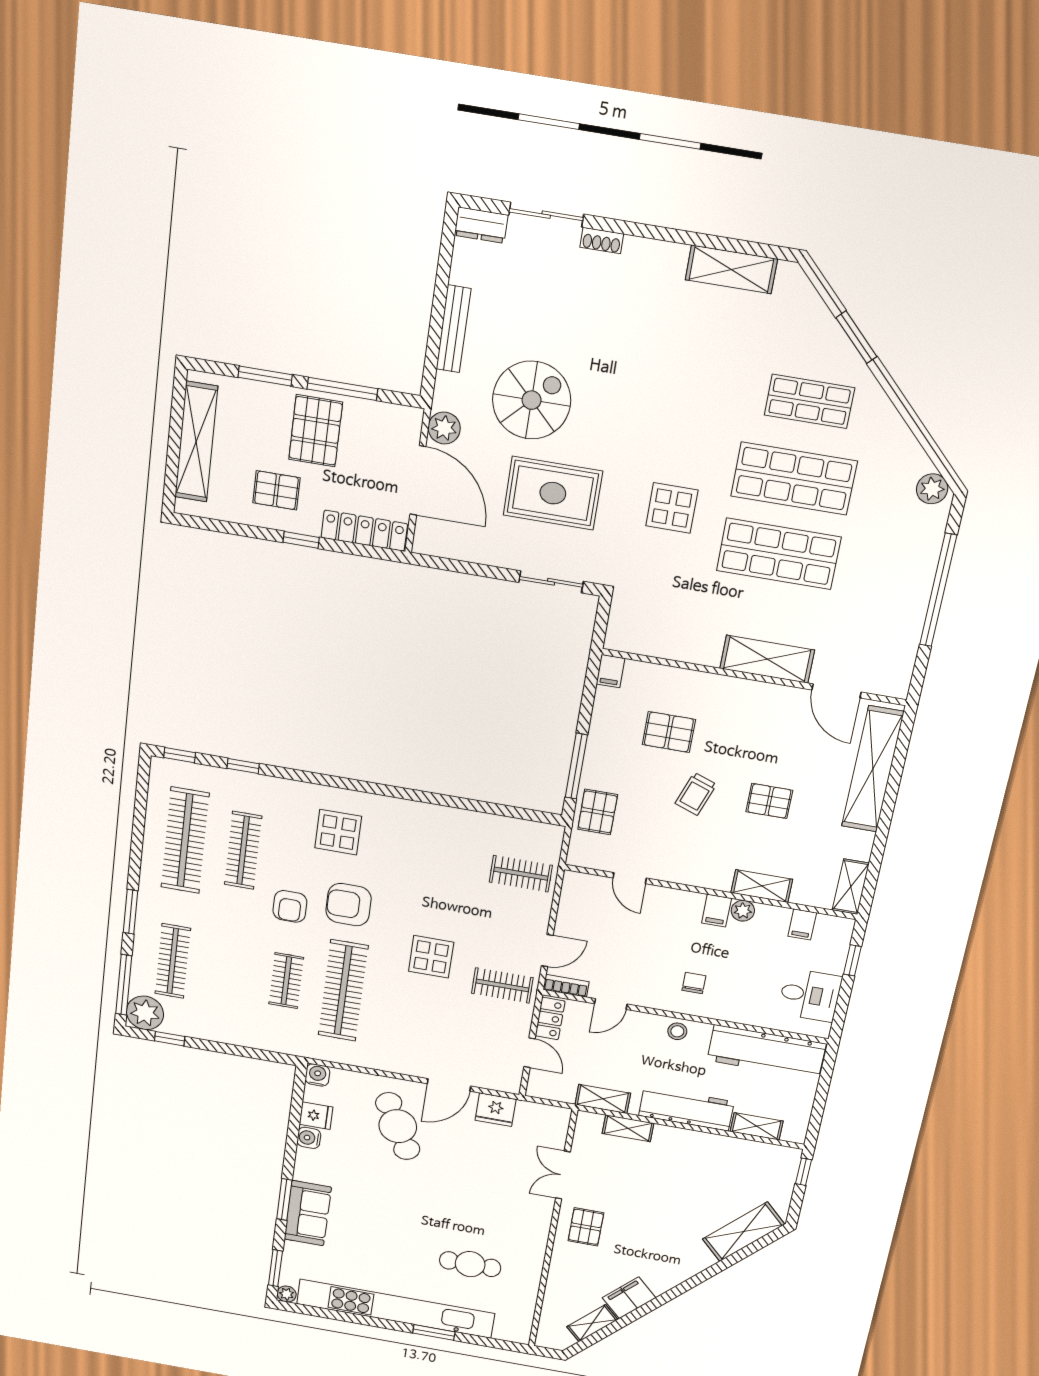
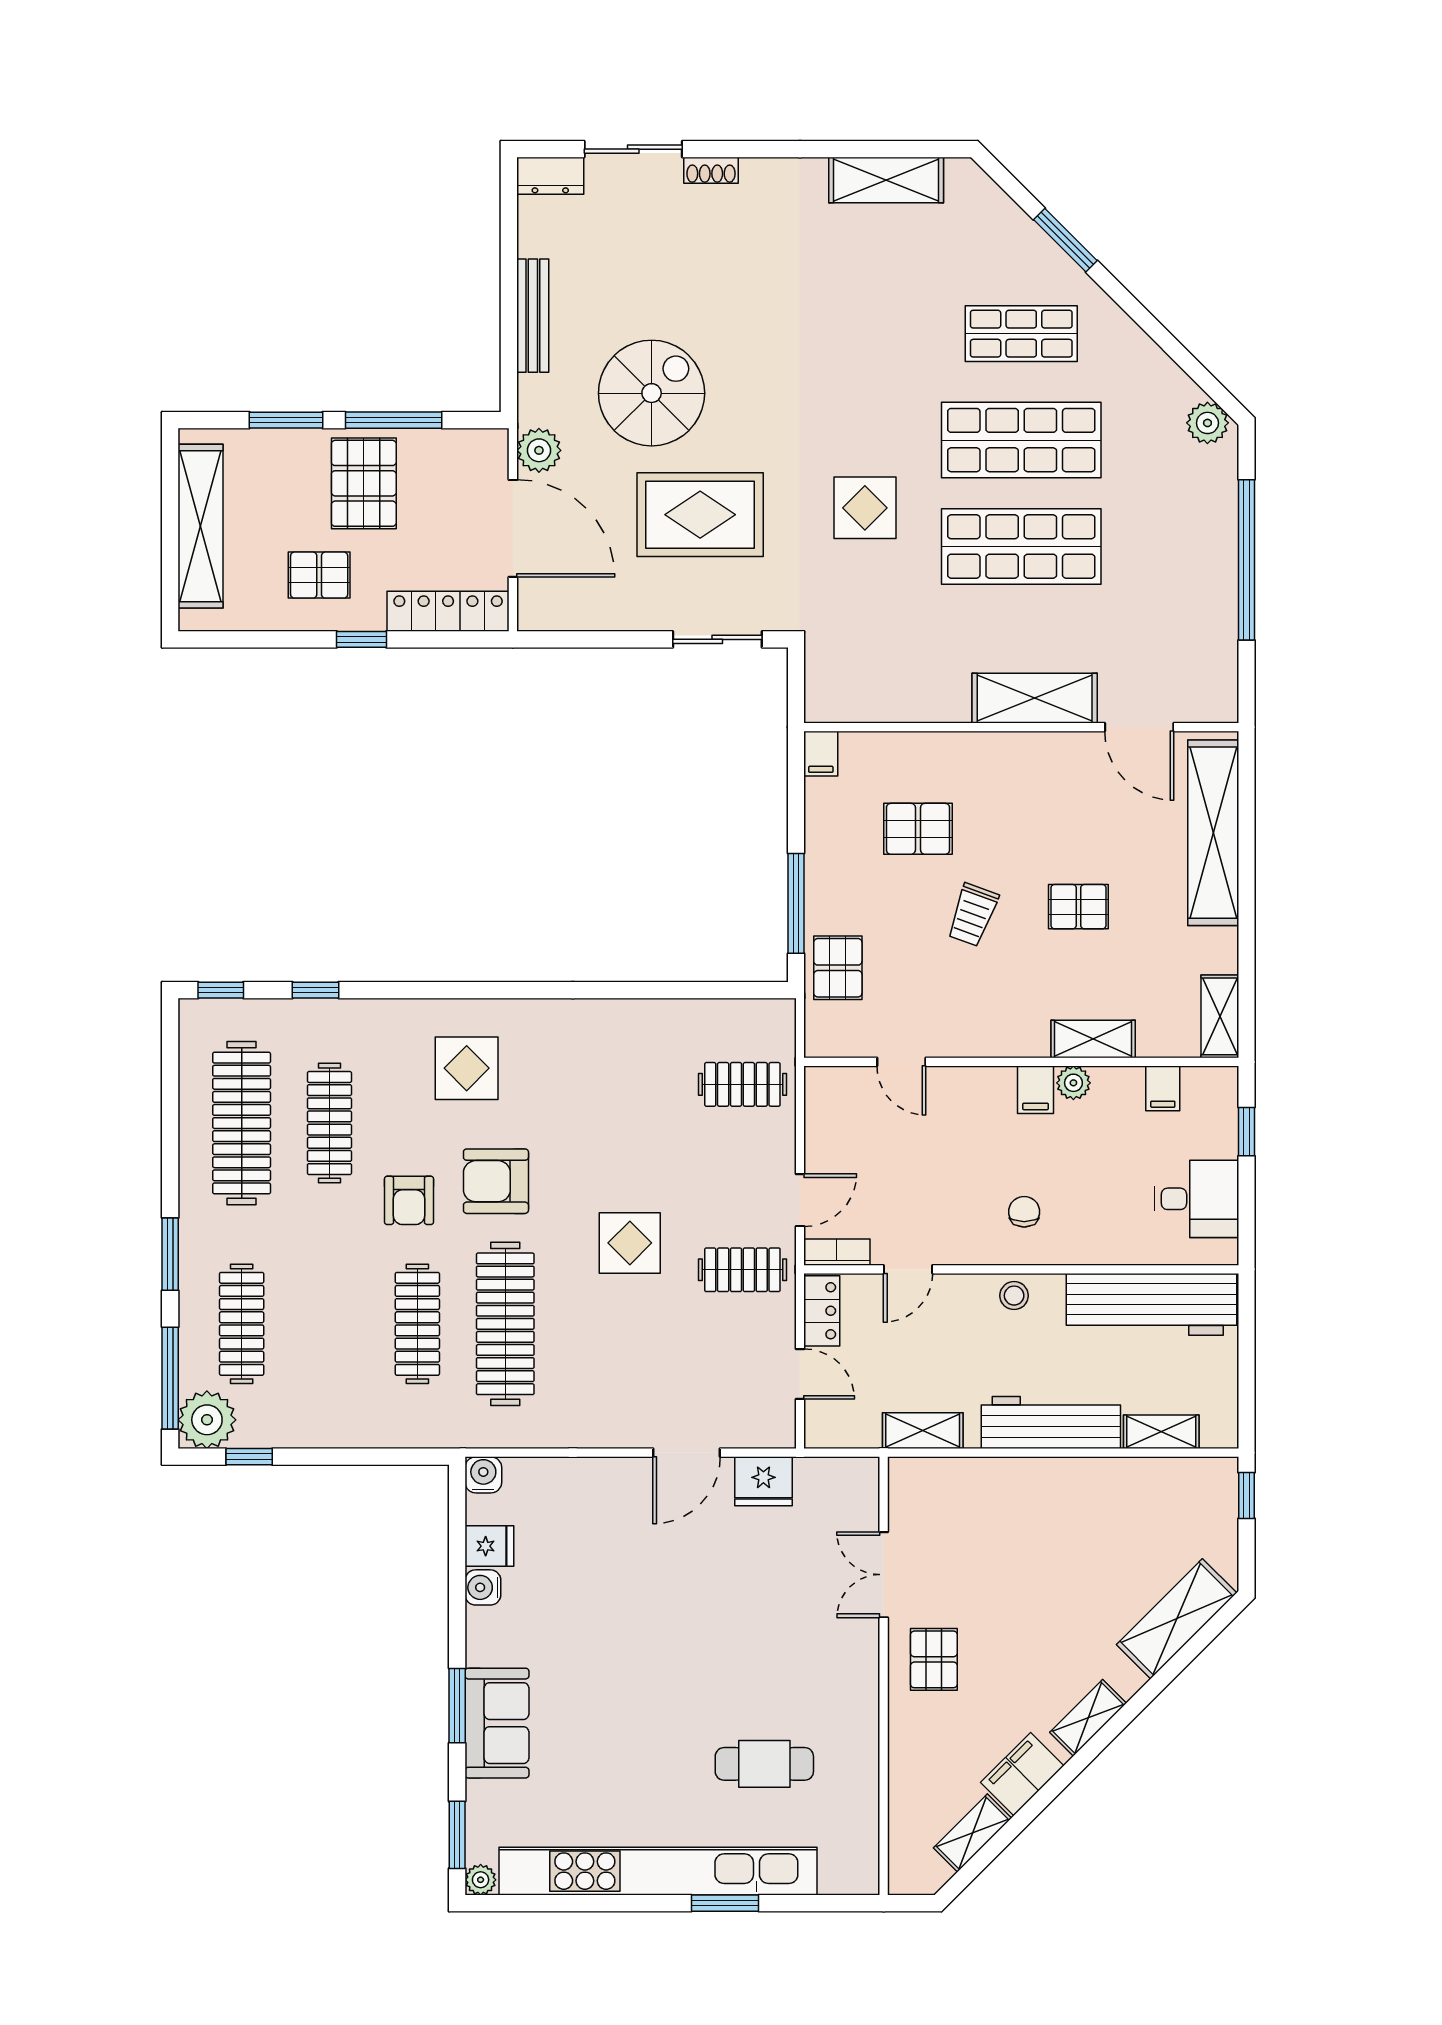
clothes rail: (286, 981) -> (417, 1324), width x1.36
cafe table: (398, 1126) -> (618, 1540), removed
shelving: (628, 1128) -> (1088, 1718), moved, turned -45

